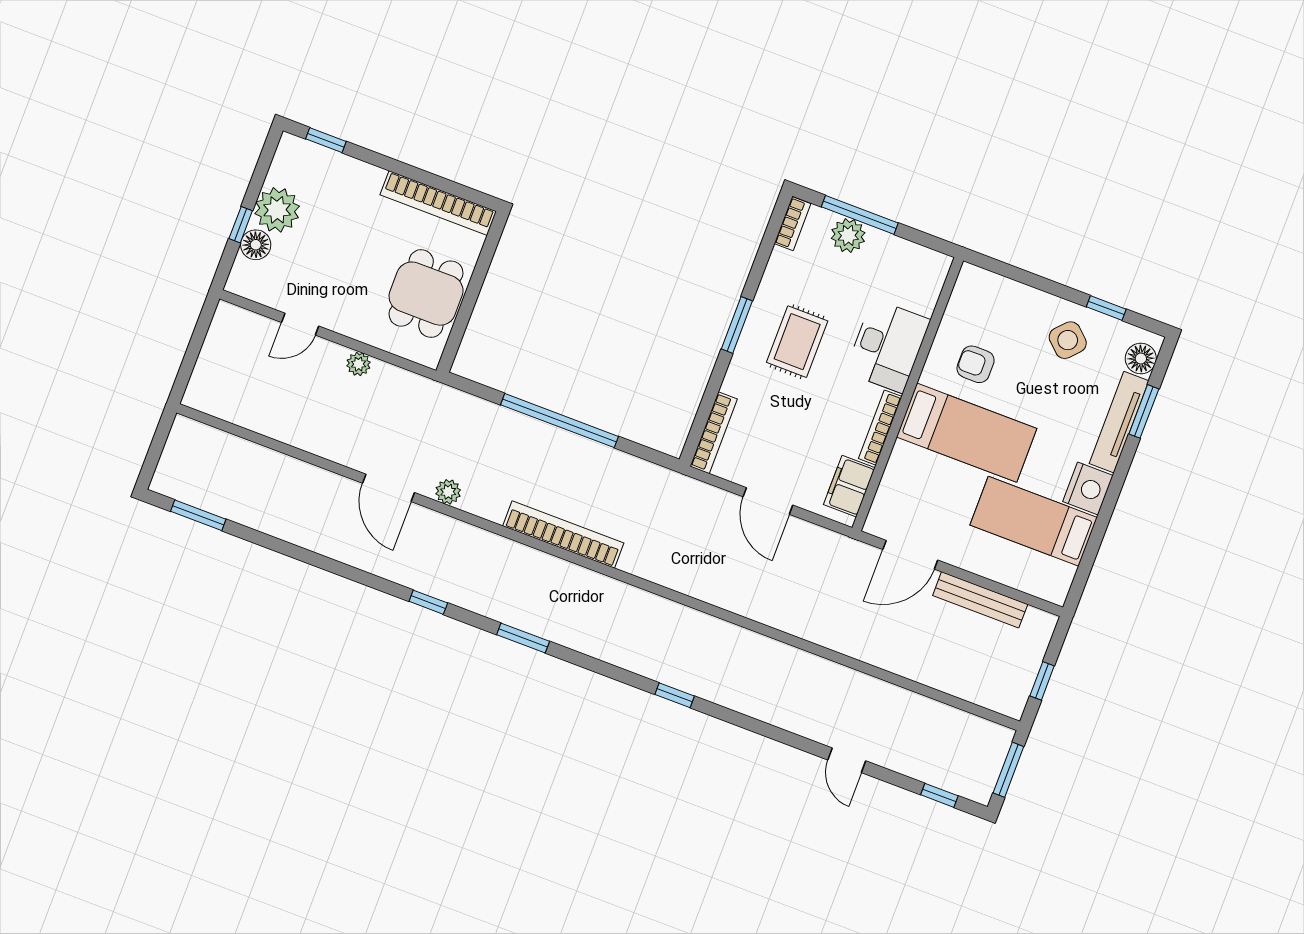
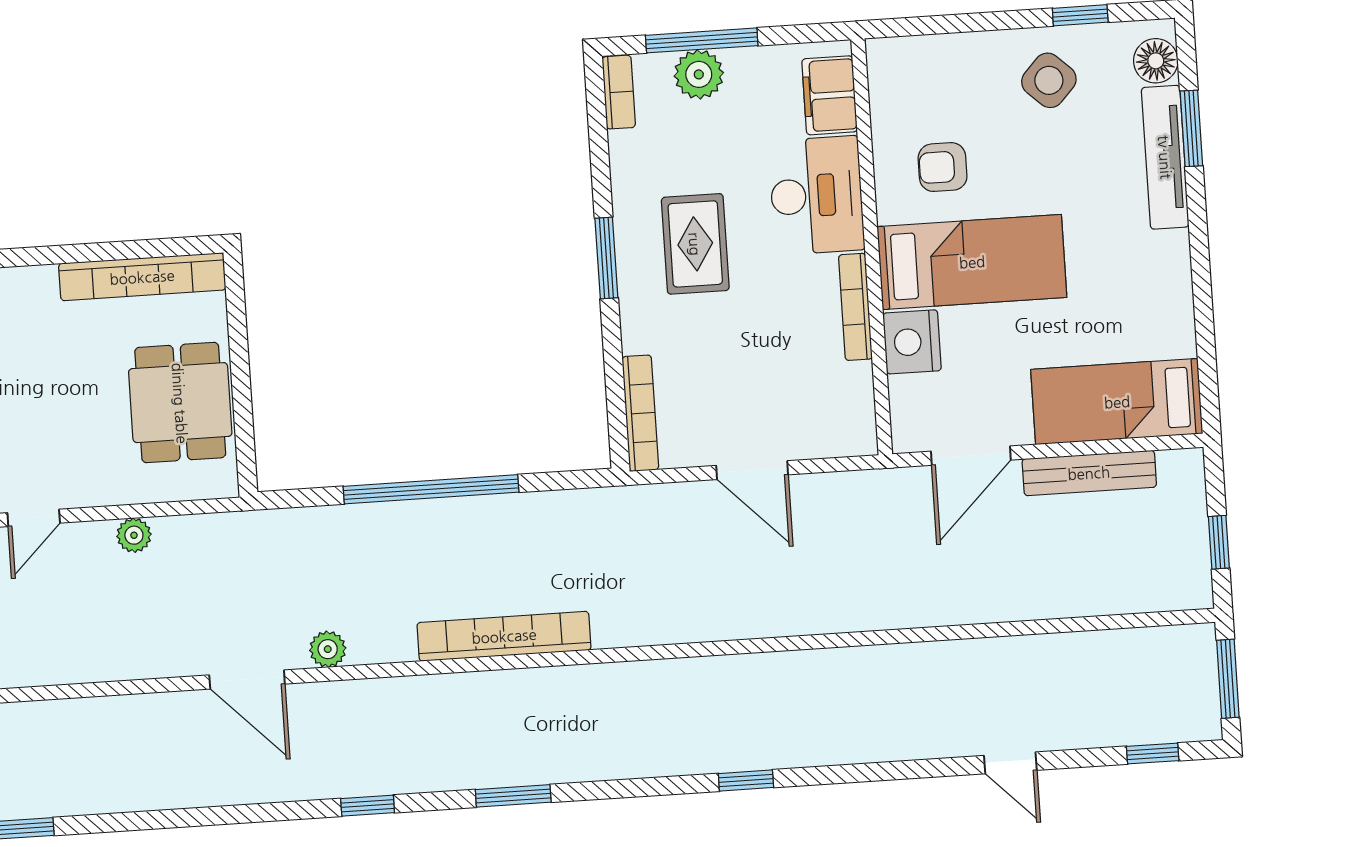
filing cabinet: (849, 486) -> (830, 95), moved
nightstand: (1088, 488) -> (912, 342), moved, turned 180
bed: (1034, 521) -> (1117, 402), moved

